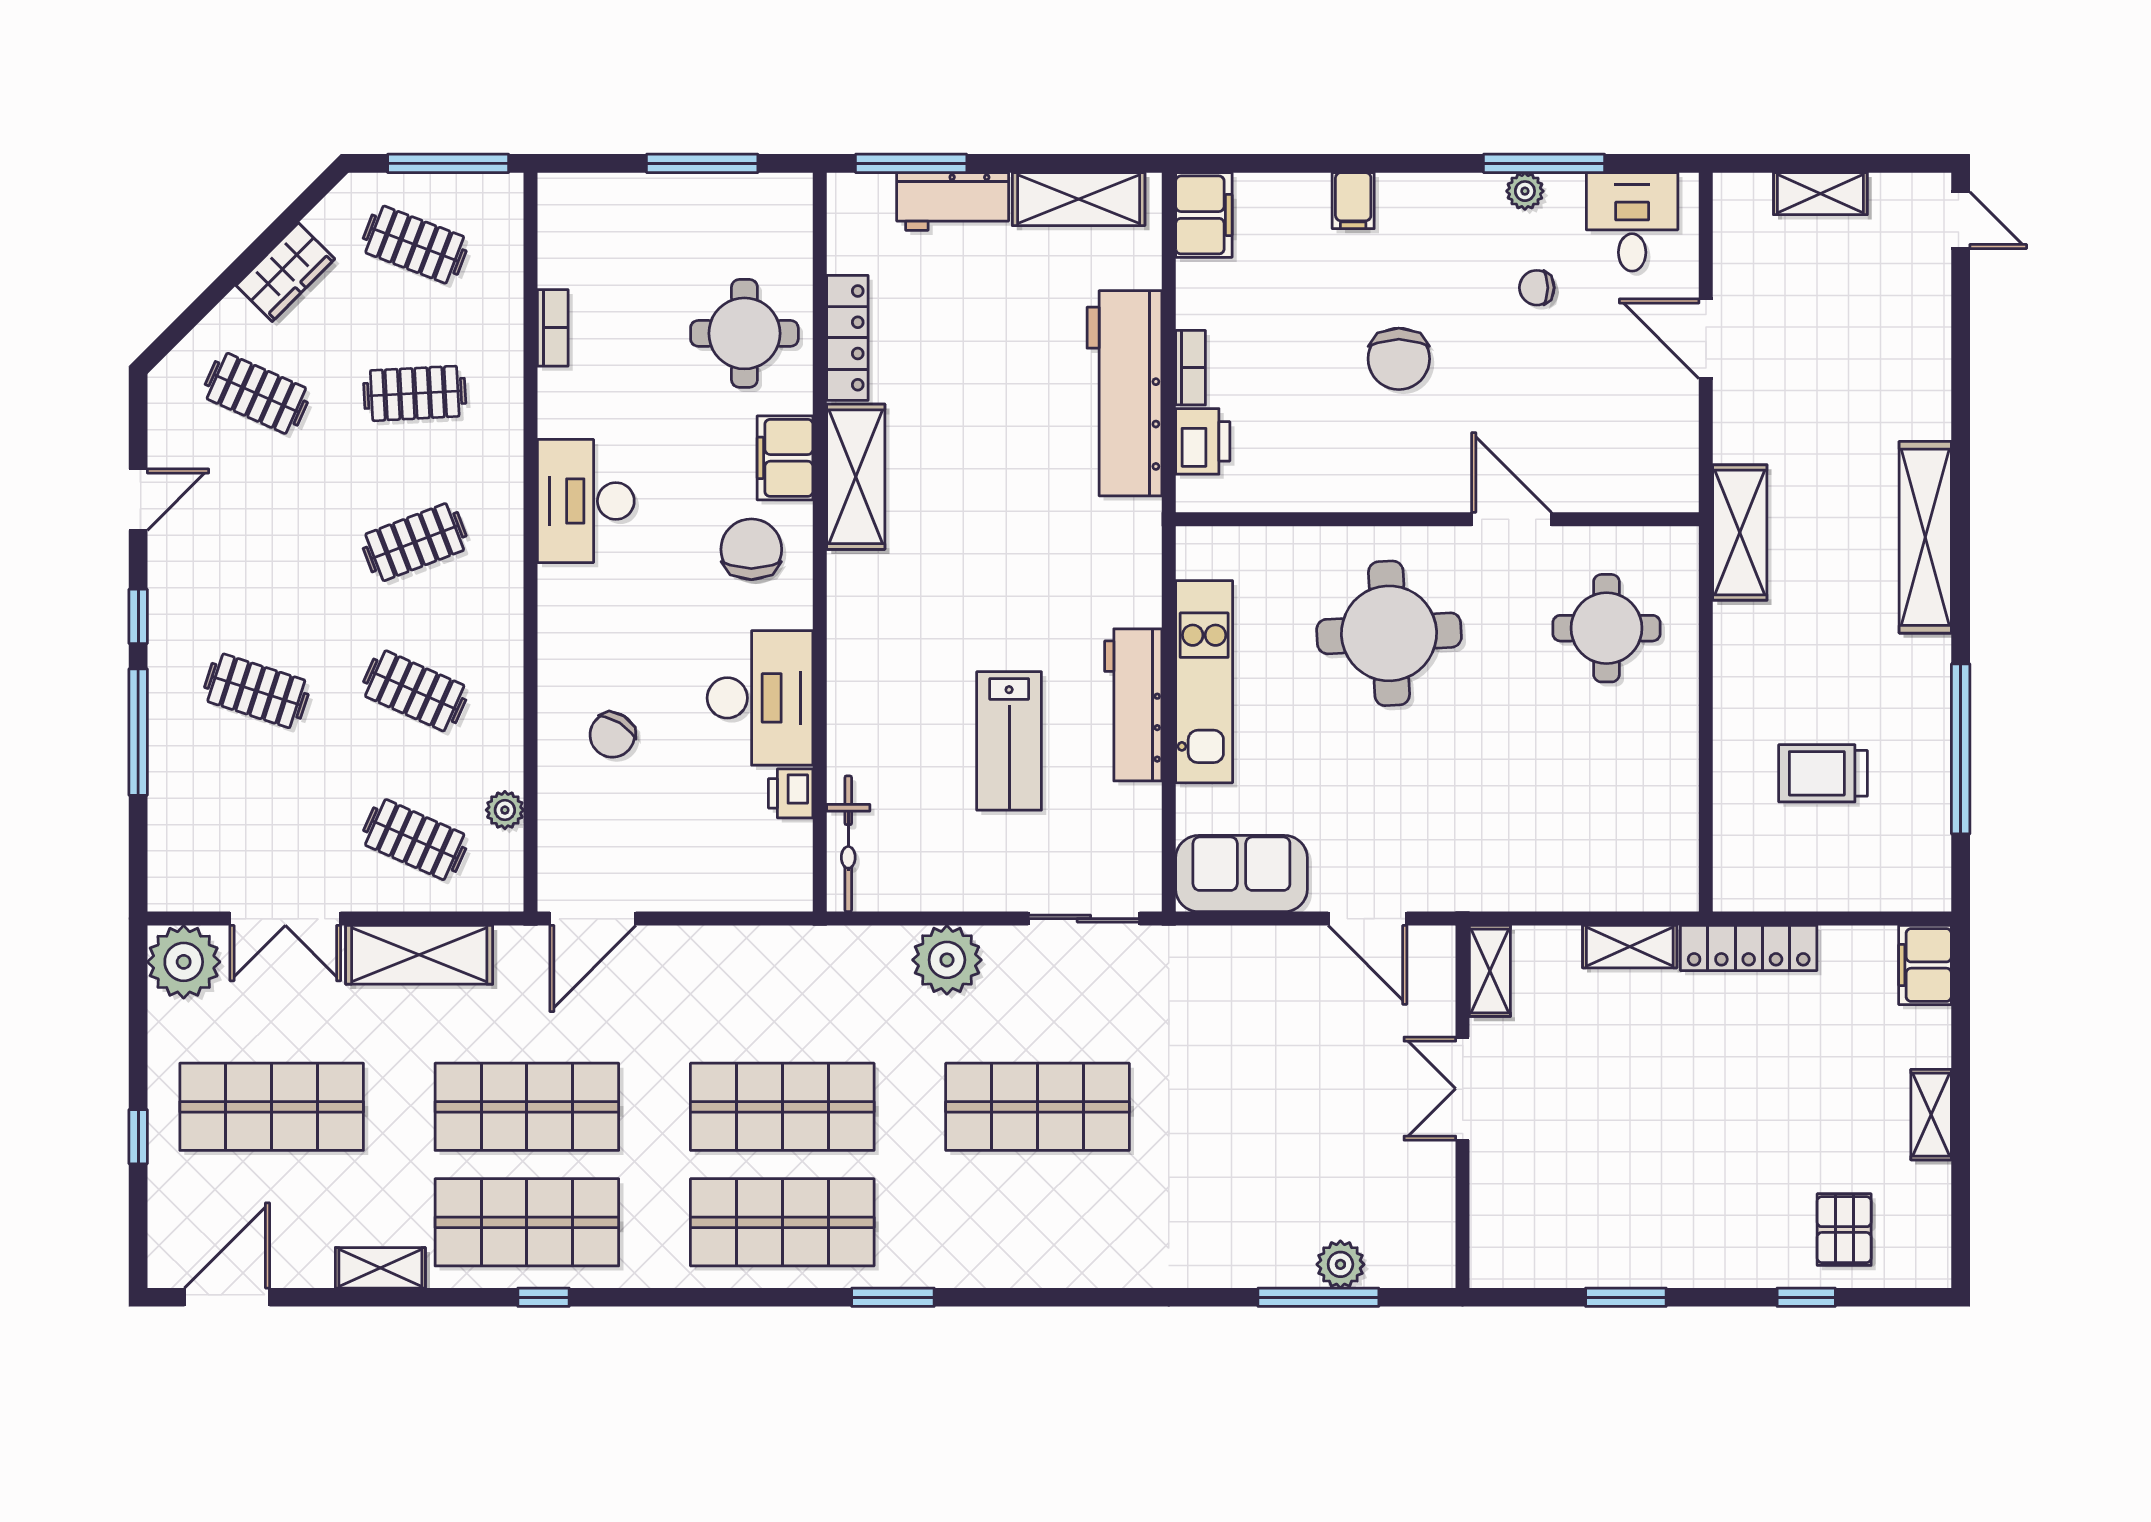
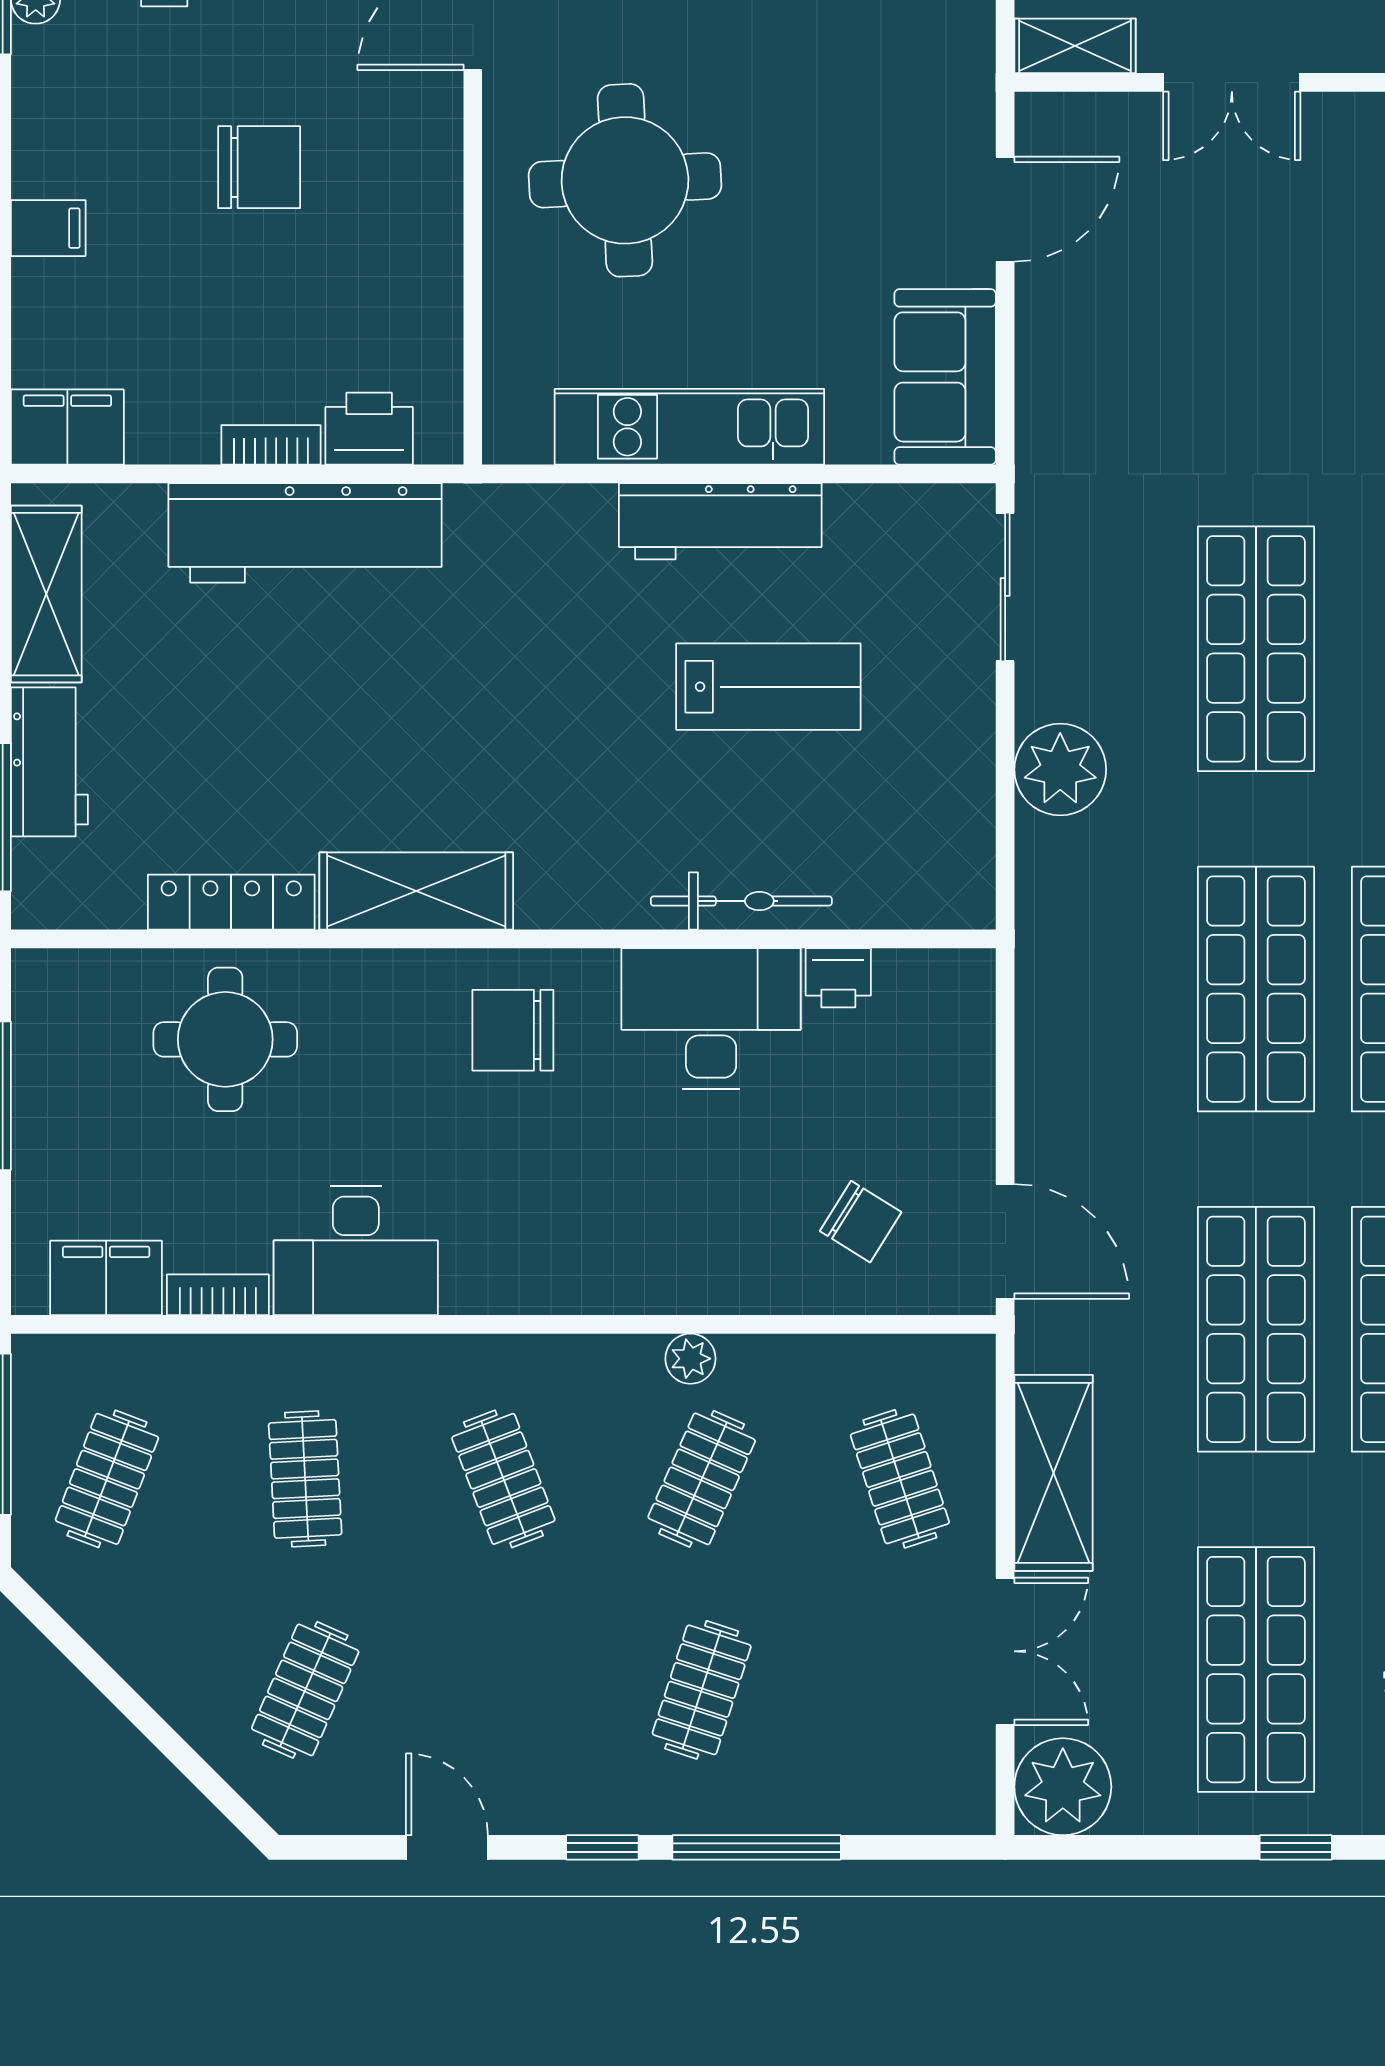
wardrobe: (285, 272) -> (144, 1651), removed
filing cabinet: (785, 458) -> (106, 1278), moved, turned 180
desk: (586, 501) -> (356, 1251), moved
chair: (612, 735) -> (861, 1222), moved
plant: (505, 810) -> (690, 1359), moved
clothes rail: (415, 840) -> (900, 1479), turned -42
bicycle: (848, 844) -> (741, 901), moved

